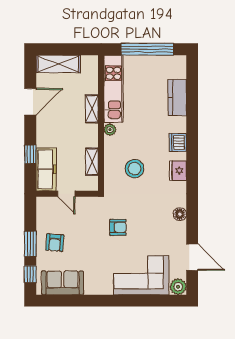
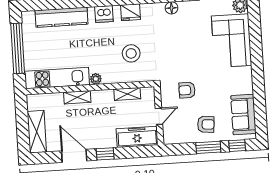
kitchen counter: (177, 98) -> (61, 17), width x1.50
window: (30, 154) -> (105, 154), moved
armchair: (118, 227) -> (187, 90), moved, turned -90

